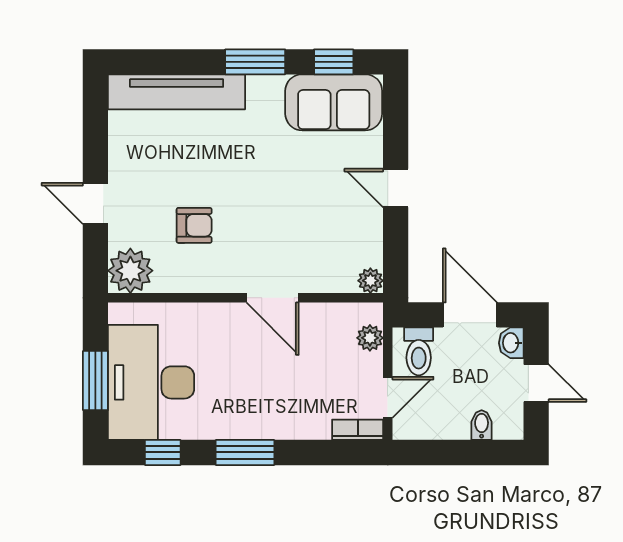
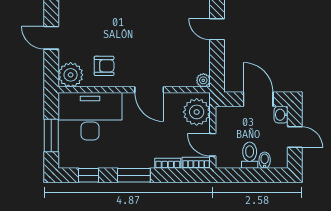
armchair: (194, 225) -> (104, 66), moved
plant: (370, 338) -> (197, 112), width x1.87, depth x1.87
toilet: (419, 351) -> (250, 155), moved, turned 180
desk: (151, 382) -> (90, 116), moved, turned 90
door: (388, 397) -> (213, 145), swing flipped
bookcase: (306, 431) -> (168, 163), added

